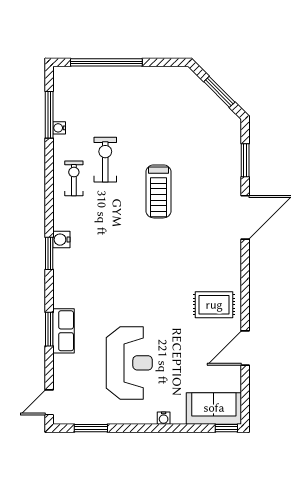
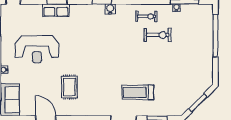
treadmill: (159, 191) -> (138, 92), moved
rug: (214, 305) -> (69, 87), moved

